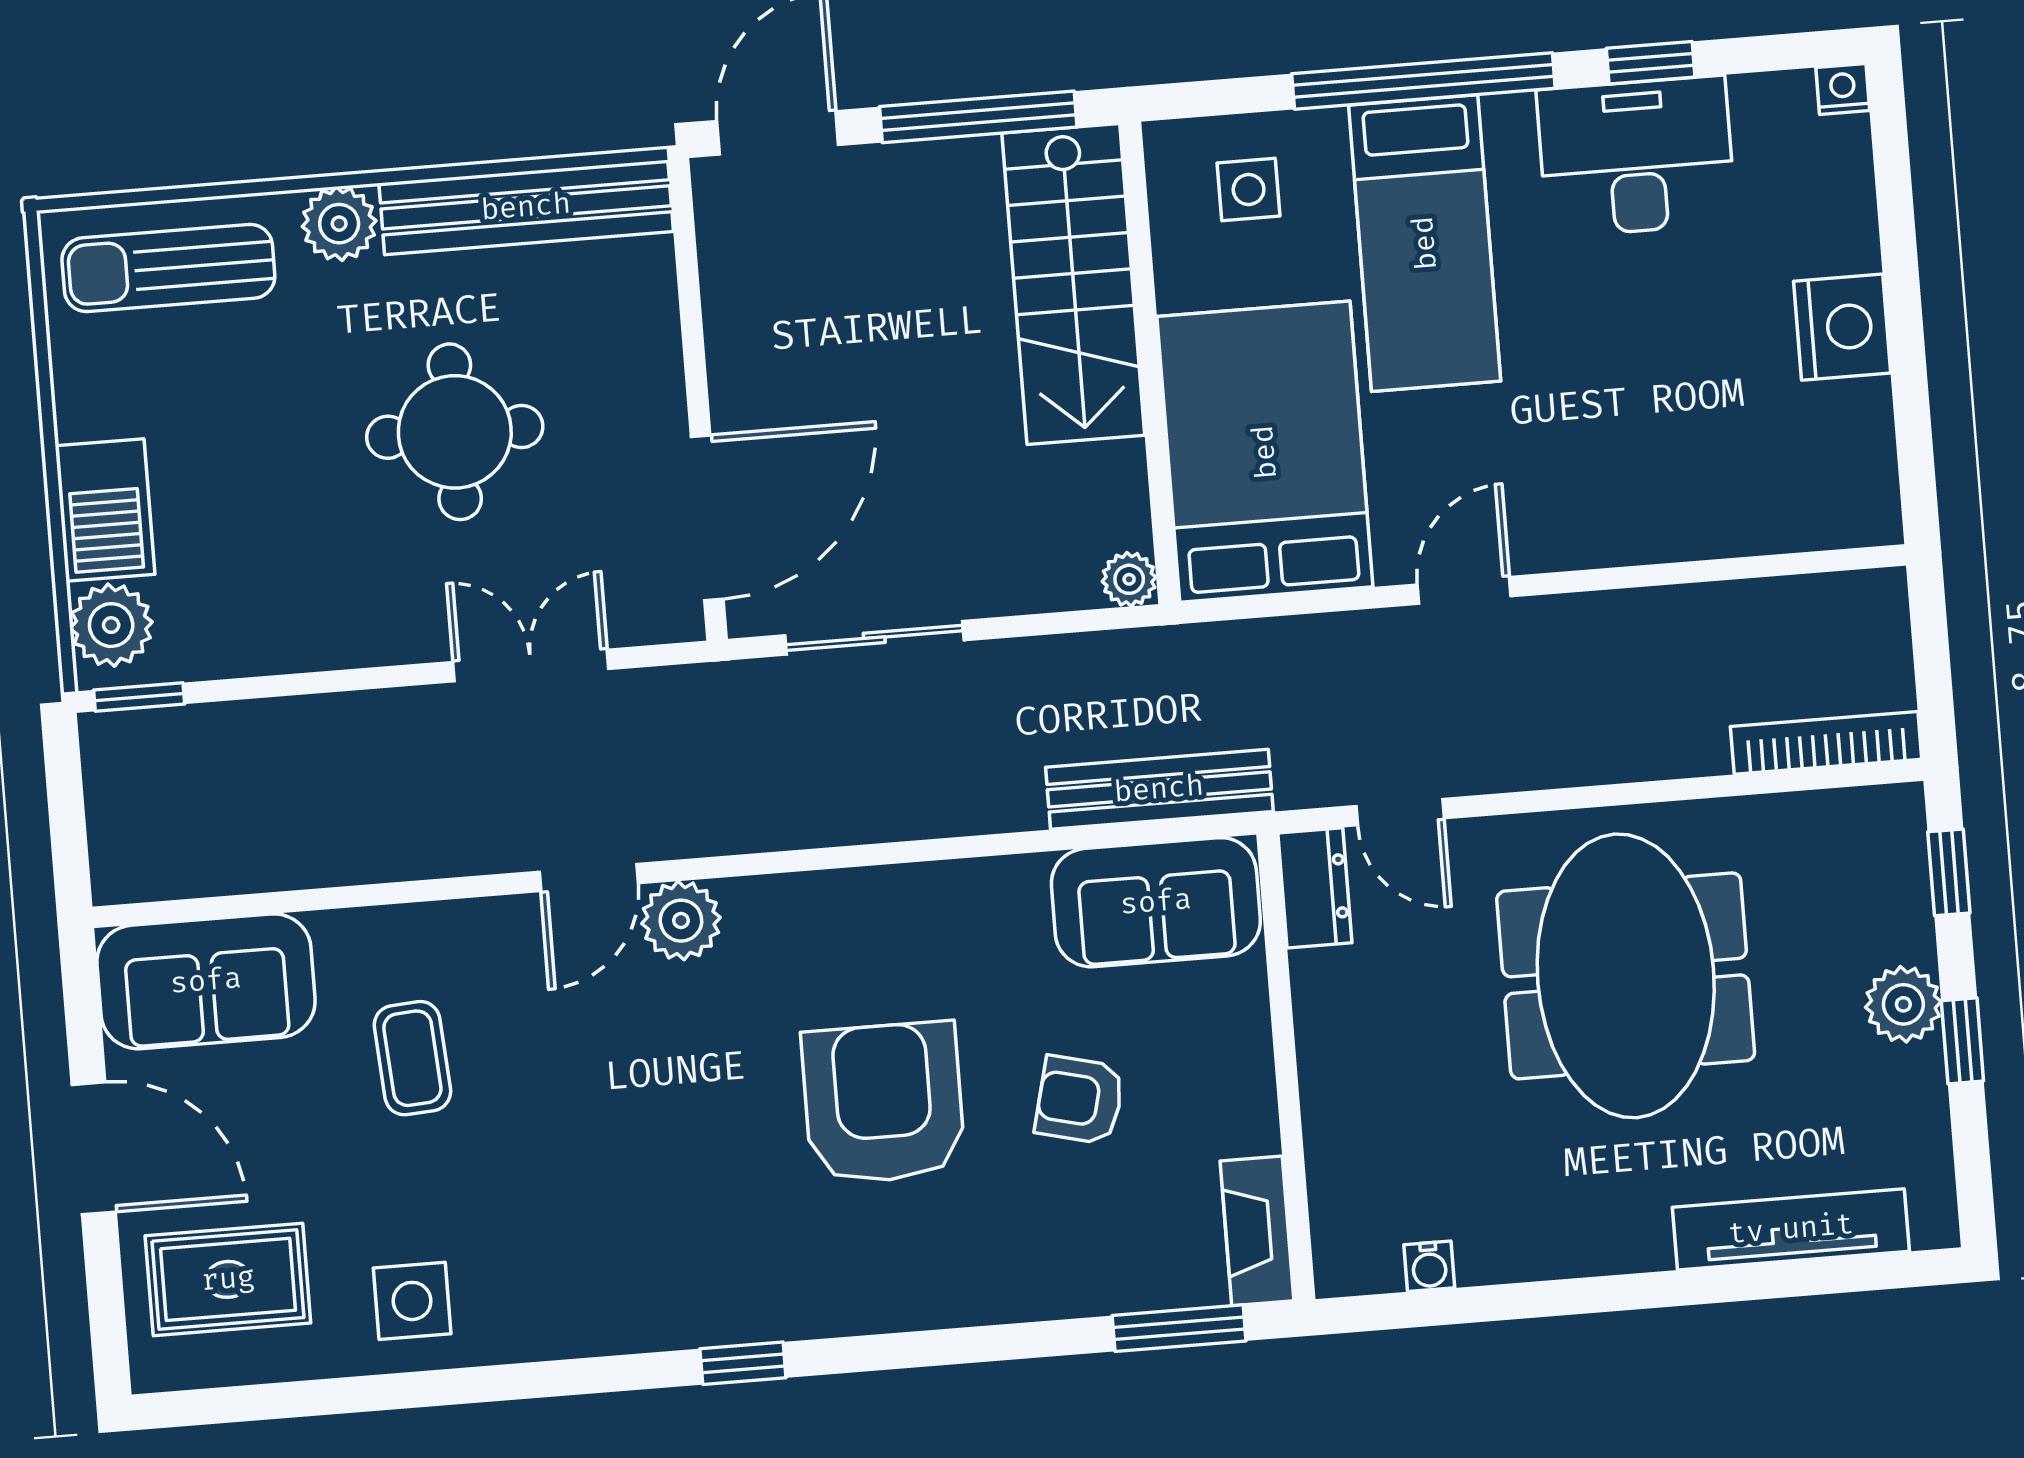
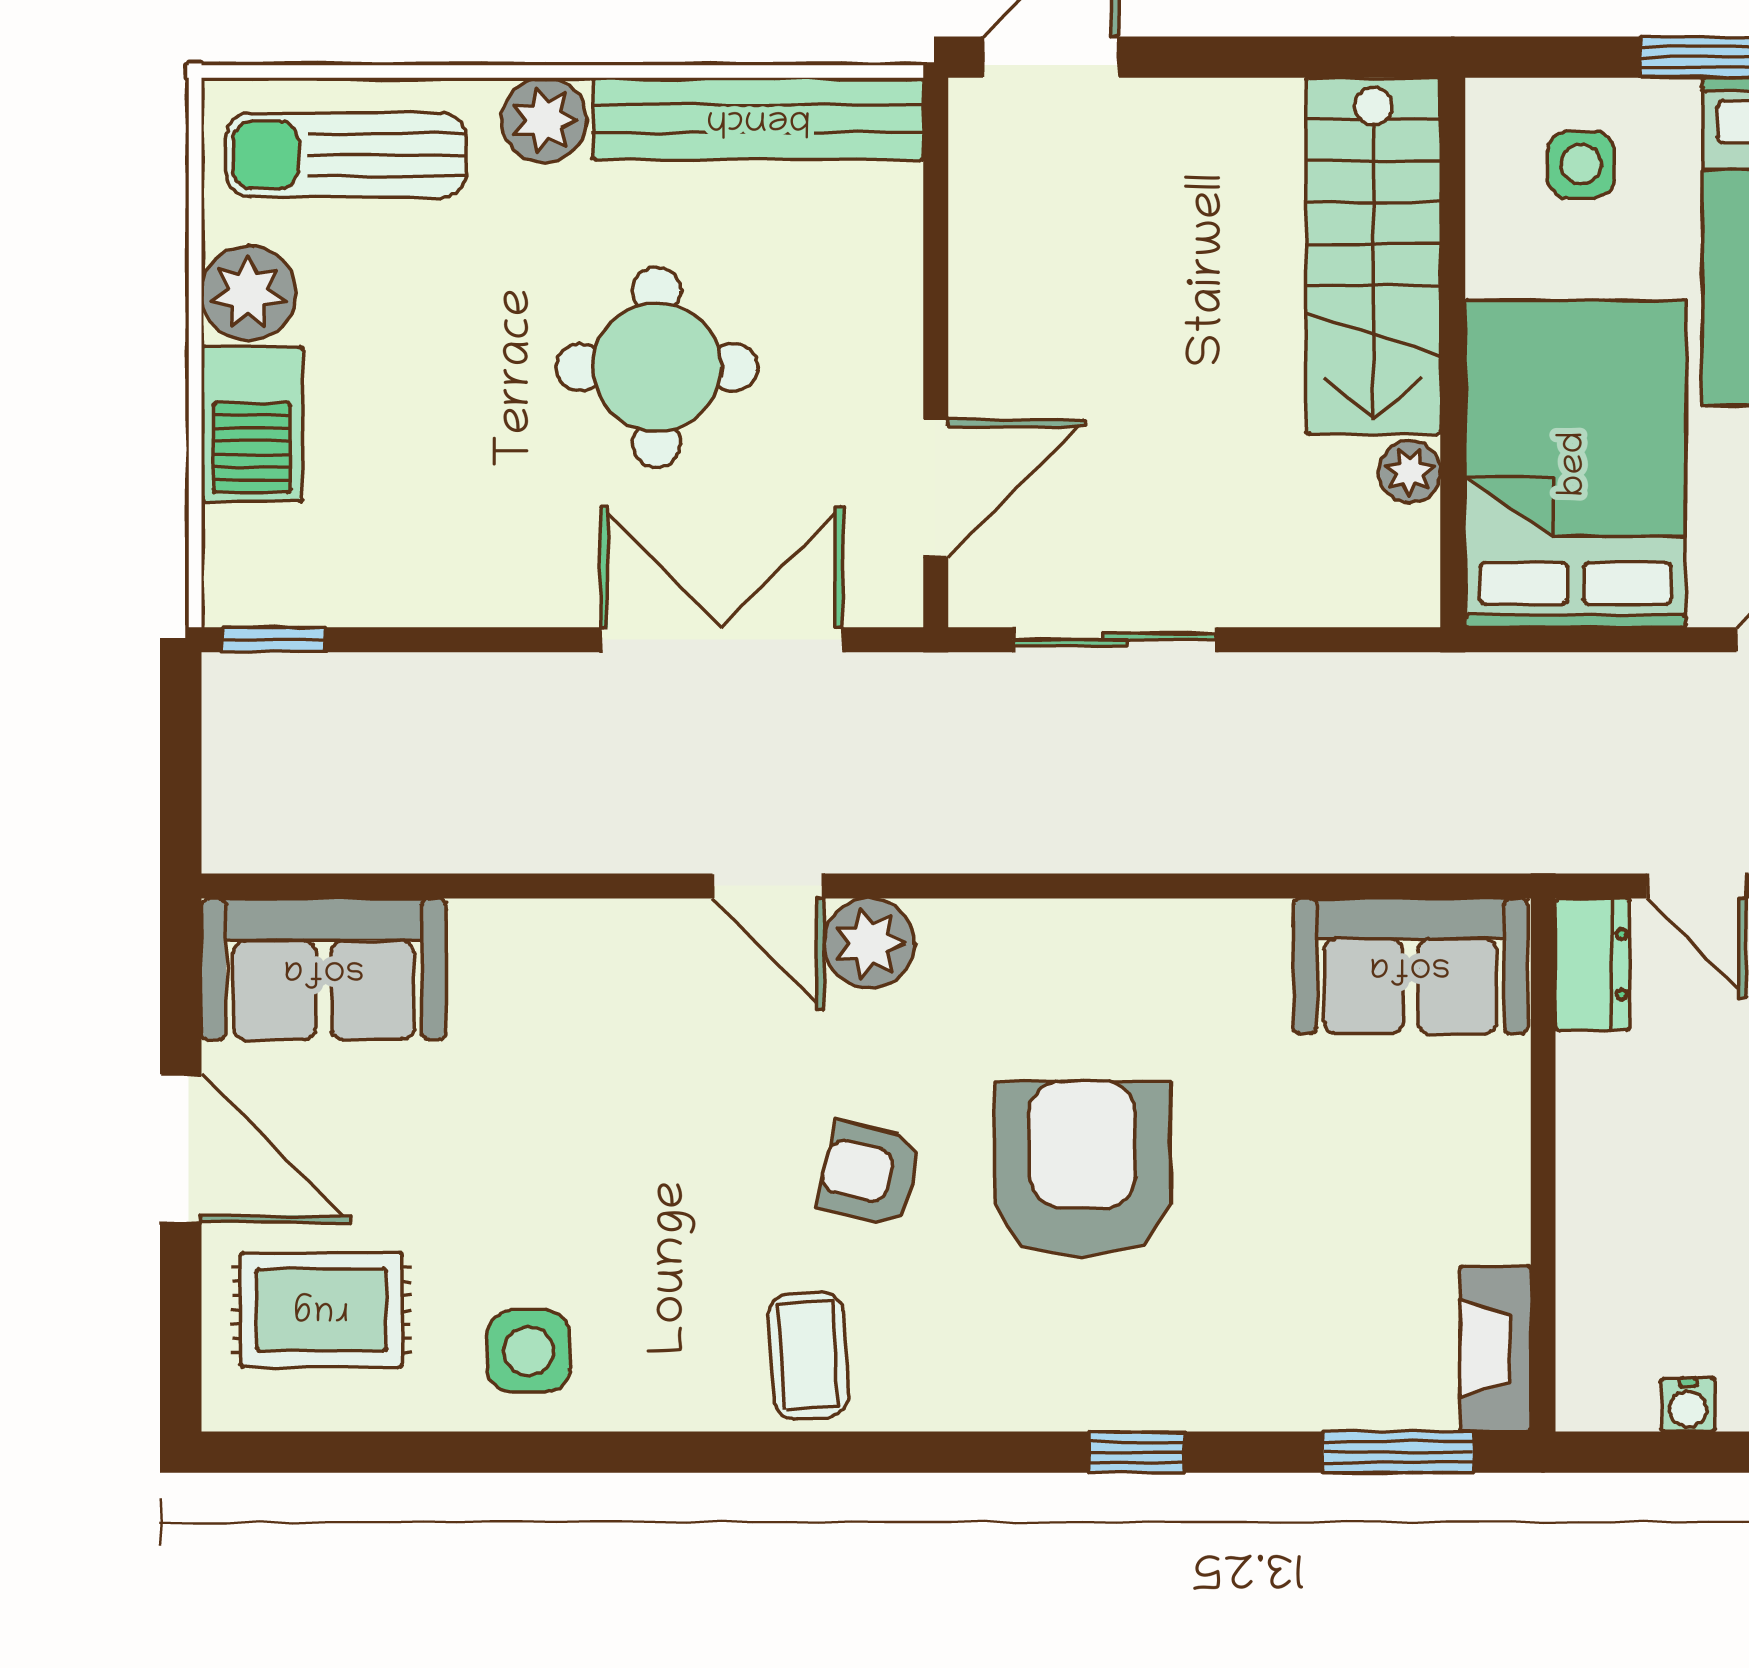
window: (978, 117) -> (1280, 57), removed
door: (707, 518) -> (936, 488), width x0.73
plant: (1129, 579) -> (1410, 472), moved
plant: (111, 625) -> (248, 293), moved
double door: (531, 665) -> (722, 640), width x1.37
bench: (1159, 789) -> (1425, 838), removed
door: (589, 877) -> (768, 886), hinge flipped
coffee table: (412, 1058) -> (808, 1356), moved
armchair: (1080, 1100) -> (870, 1174), moved
window: (743, 1363) -> (1137, 1452), moved

